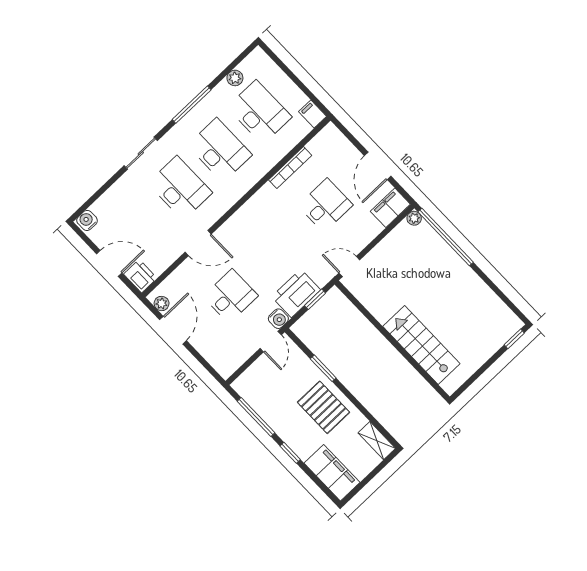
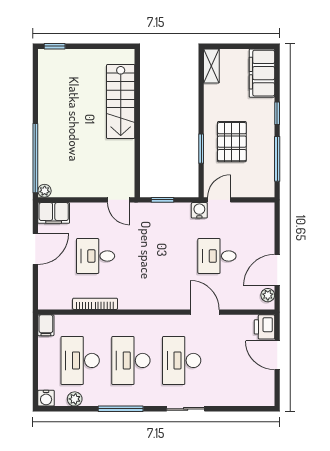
water cooler: (87, 220) -> (46, 398), moved
printer: (296, 293) -> (171, 216), removed
pallet: (324, 407) -> (232, 142), moved

